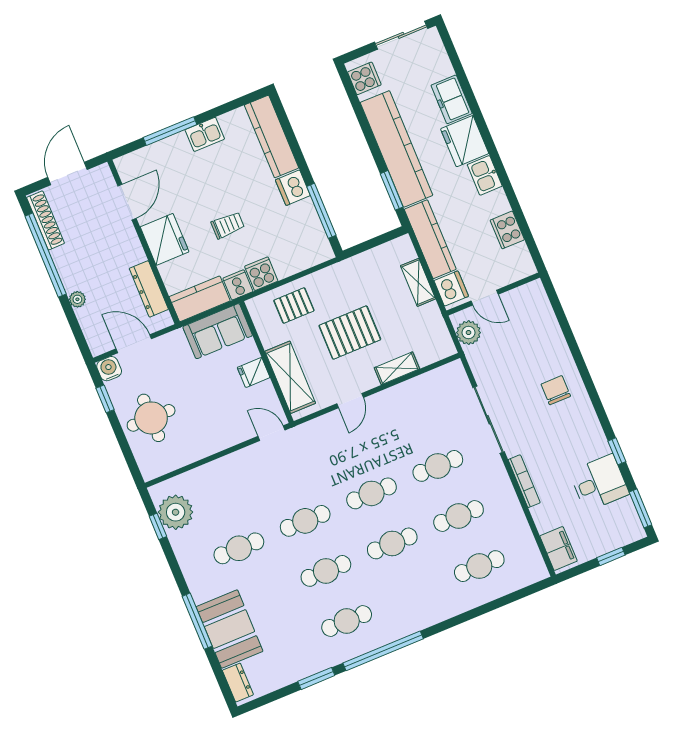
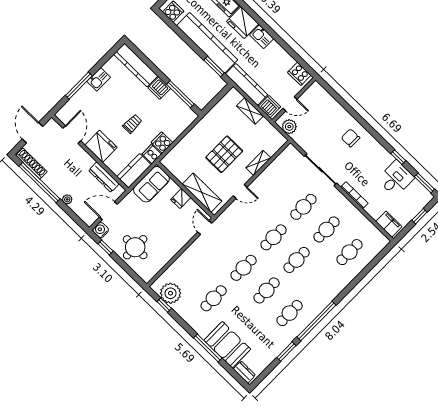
cooker: (507, 230) -> (299, 74), moved
pallet: (294, 306) -> (187, 152), removed
door: (350, 401) -> (240, 191), hinge flipped
door: (272, 433) -> (205, 228), hinge flipped

